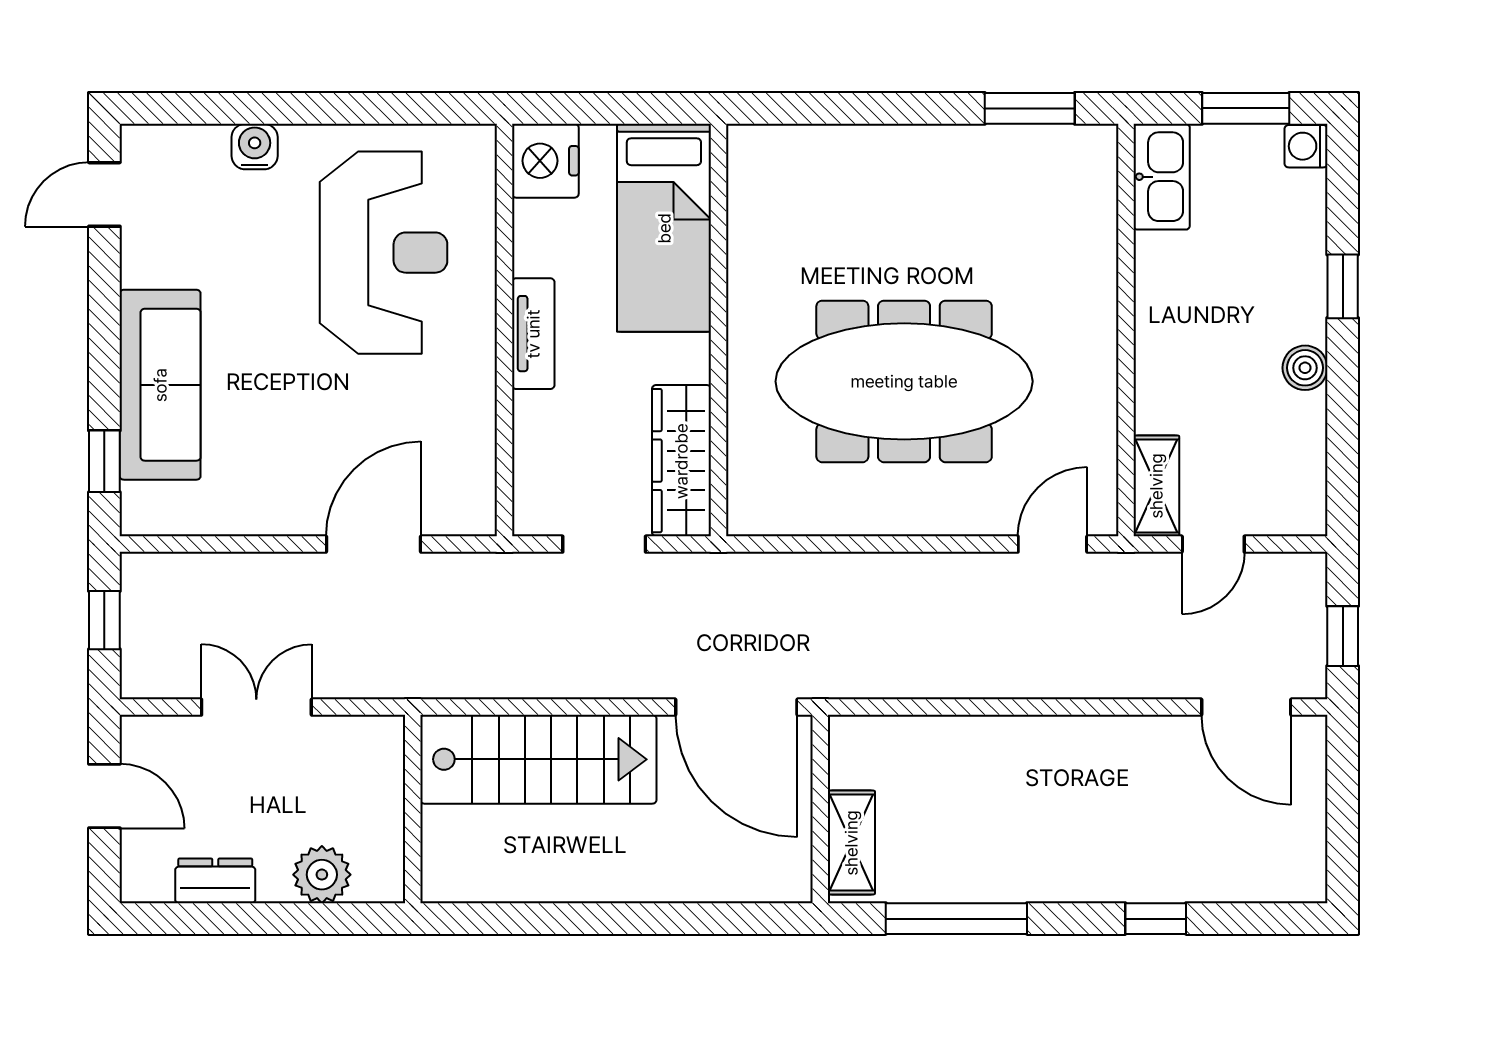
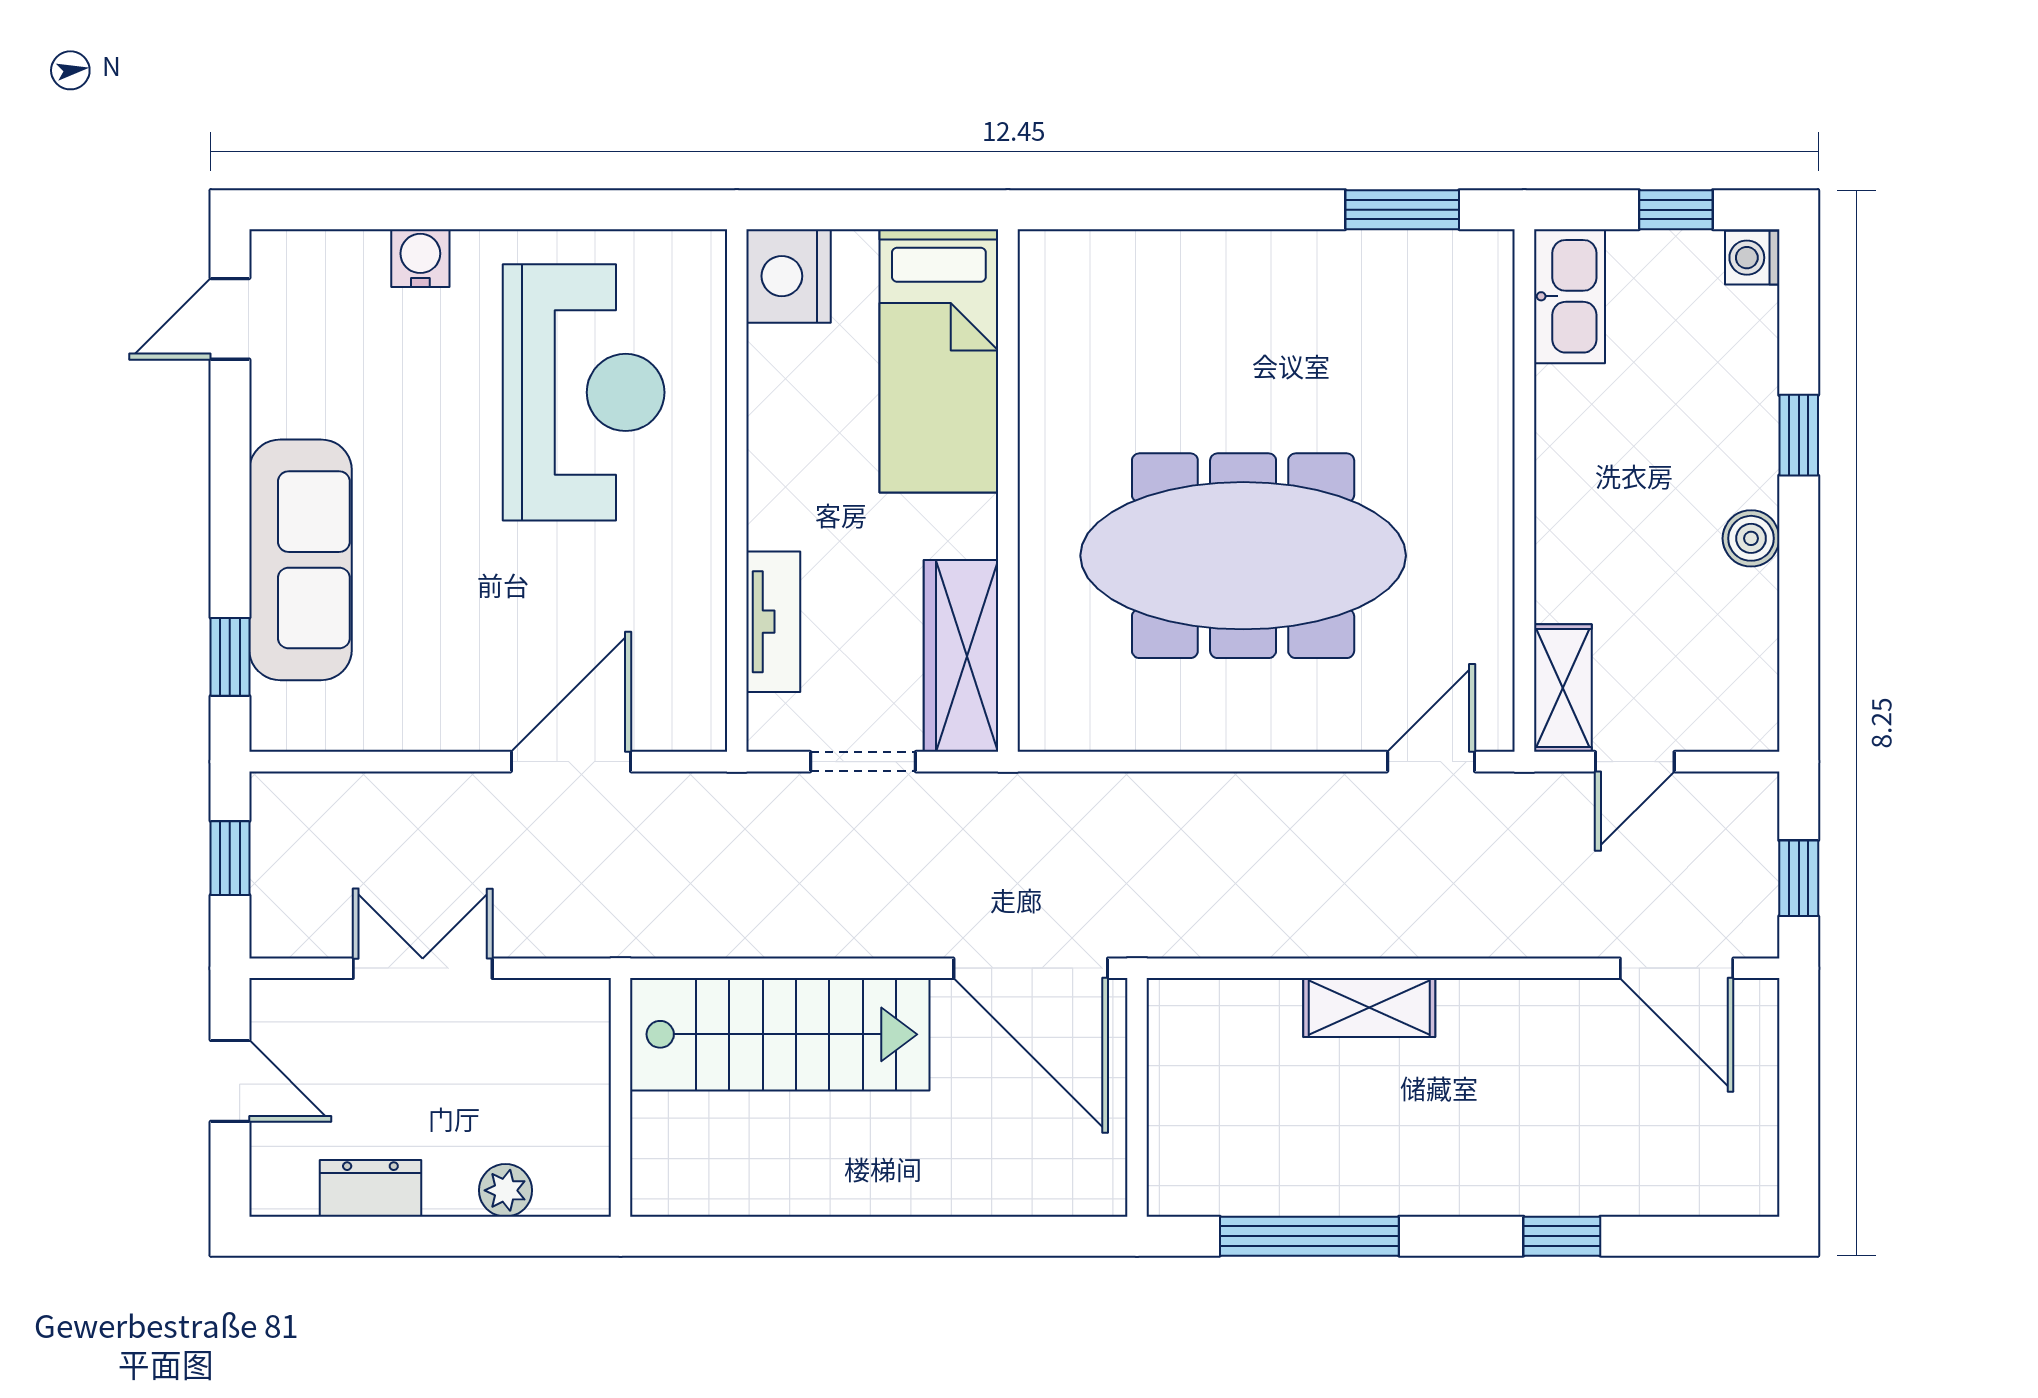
window: (1246, 108) -> (1676, 210), width x0.67
tv unit: (533, 334) -> (773, 622), moved
shelving: (851, 843) -> (1369, 1008), moved, turned 90
plant: (322, 875) -> (505, 1190), width x0.73, depth x0.73

